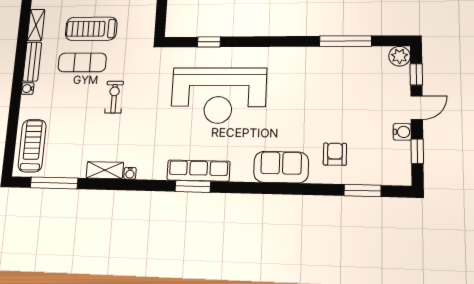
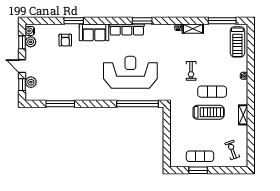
window: (209, 42) -> (137, 104), width x3.17
plant: (400, 56) -> (31, 82), moved
bench: (32, 62) -> (243, 92), removed
door: (417, 107) -> (22, 66), hinge flipped
water cooler: (402, 132) -> (30, 31), moved
plant: (401, 152) -> (31, 42), added
row of seats: (198, 171) -> (127, 30), moved
window: (362, 191) -> (74, 21), moved

